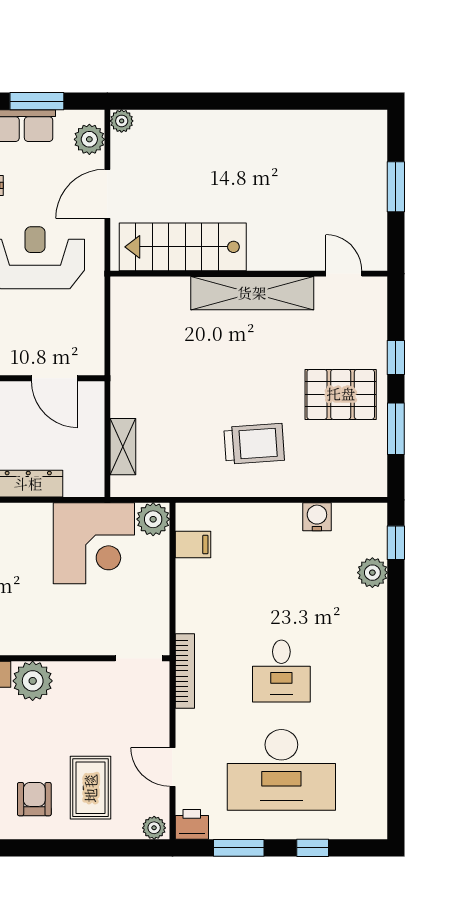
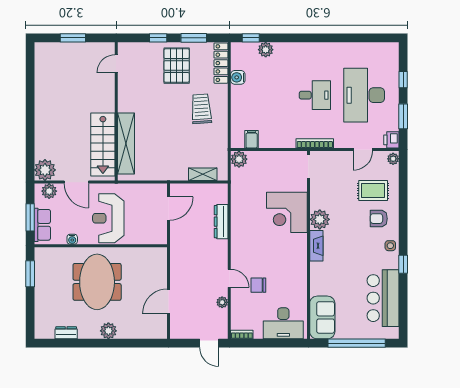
plant: (122, 121) -> (45, 170), width x1.88, depth x1.88
shelving: (252, 293) -> (126, 144), moved
locker: (346, 483) -> (221, 63), added
corner desk: (94, 543) -> (287, 212), moved, turned 180
desk: (281, 770) -> (364, 95), turned 180

